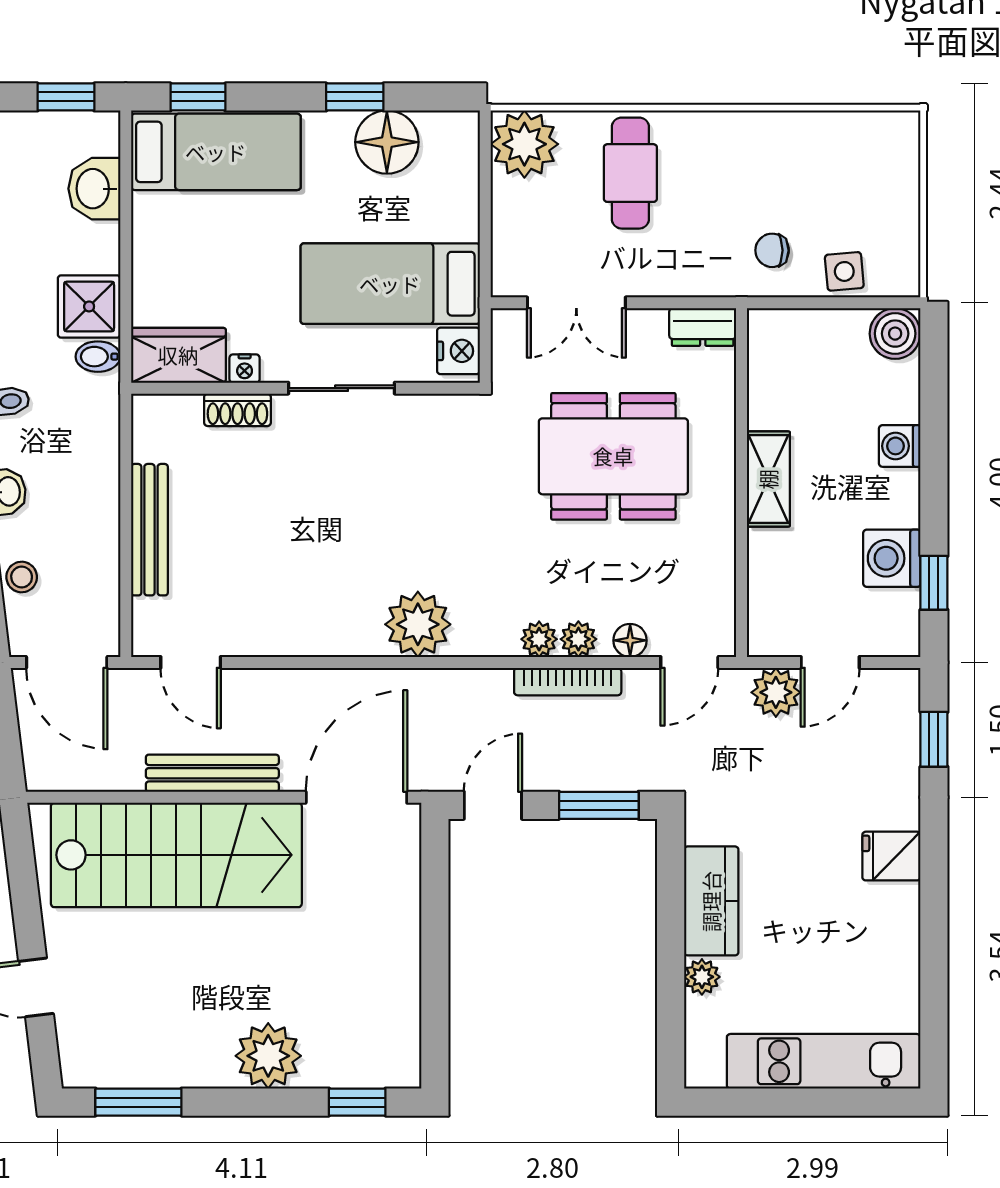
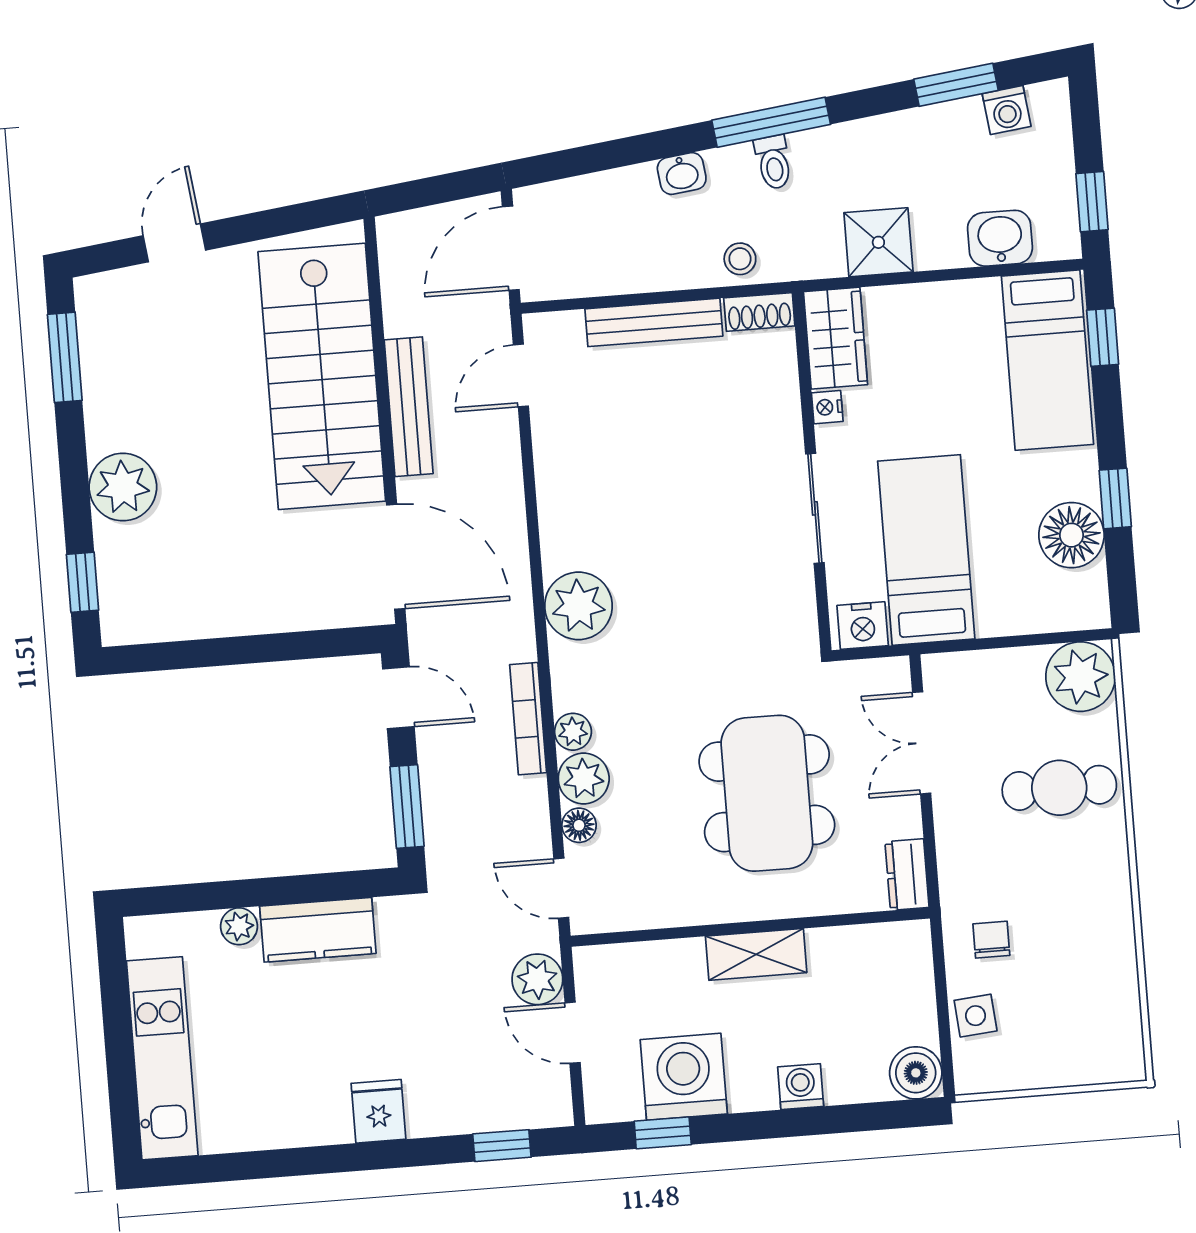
bidet: (98, 357) -> (828, 255), removed
shoe rack: (237, 410) -> (759, 312), moved, turned -90
washing machine: (892, 558) -> (684, 1077), width x1.37, depth x1.37
stool: (22, 577) -> (740, 259), moved
plant: (578, 639) -> (584, 779), width x1.38, depth x1.38
bookcase: (568, 682) -> (528, 719), moved

